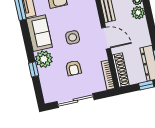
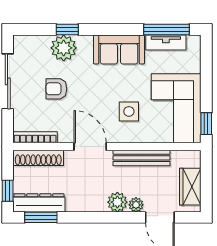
side table: (73, 37) -> (129, 111), moved
door: (106, 38) -> (90, 146), swing flipped
plant: (44, 59) -> (64, 48), moved

